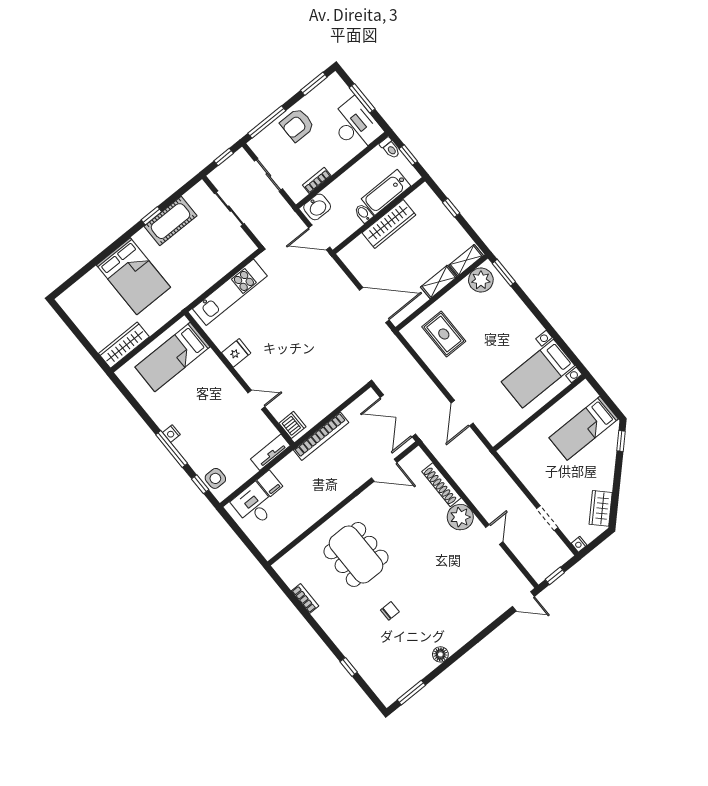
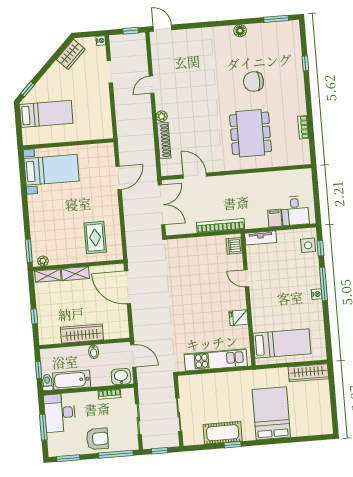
bathtub: (386, 192) -> (72, 380), moved, turned 180
plant: (481, 280) -> (43, 261), width x0.53, depth x0.53
plant: (460, 517) -> (162, 116), width x0.53, depth x0.53
chair: (390, 611) -> (254, 82), width x1.87, depth x1.87

